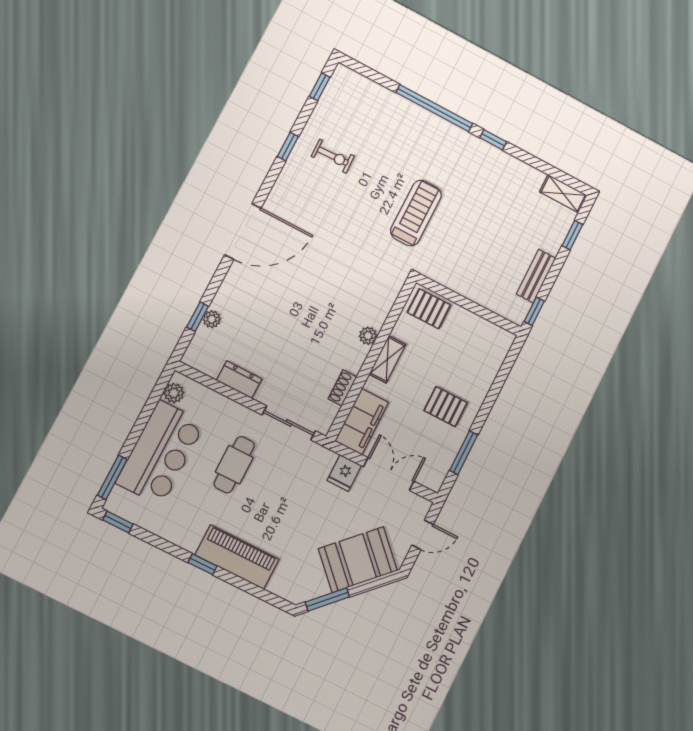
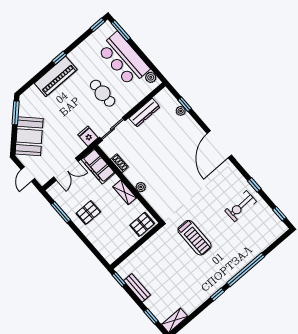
exercise bike: (333, 156) -> (241, 206), width x1.38, depth x1.39
dresser: (239, 380) -> (144, 113), width x1.44
fridge: (344, 473) -> (88, 136), moved

